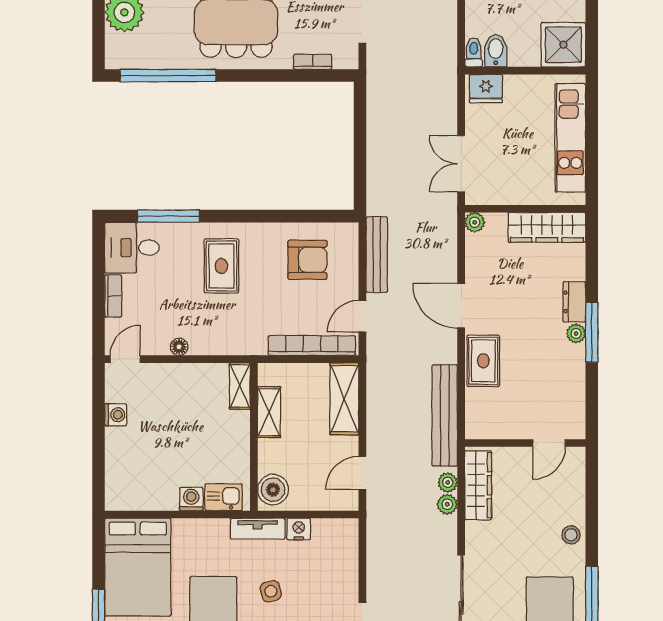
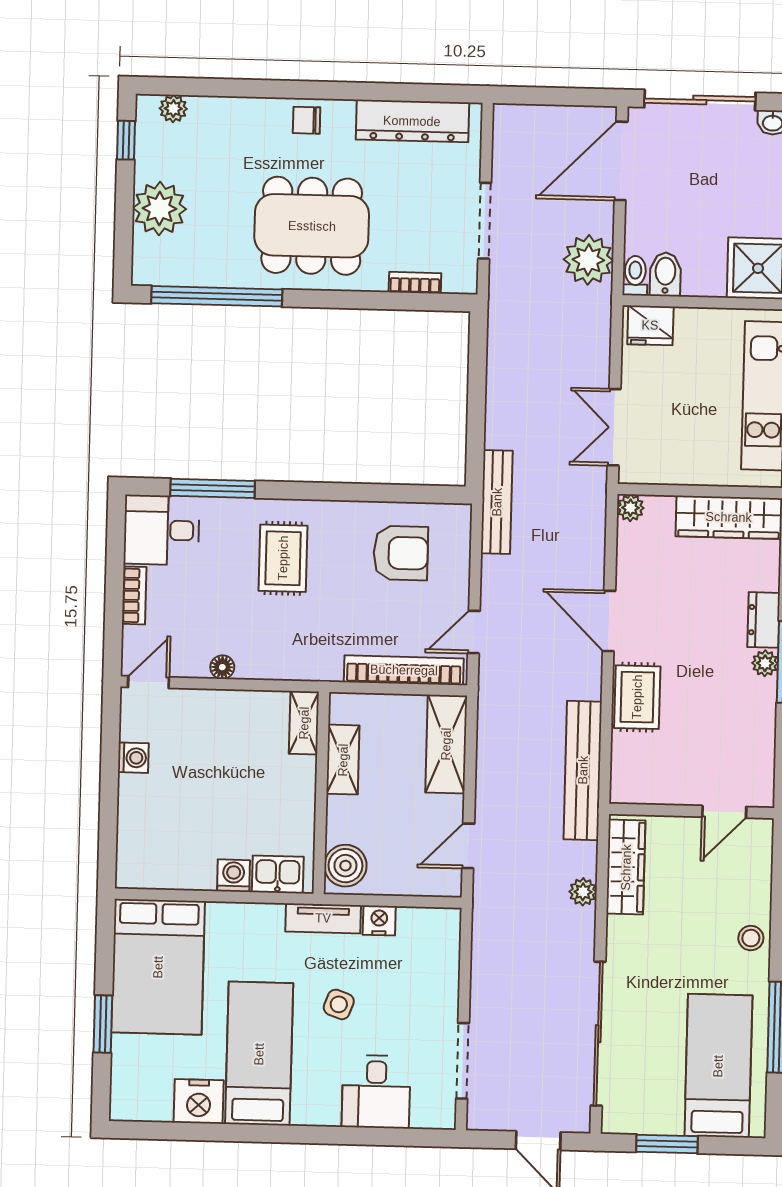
bench: (377, 255) -> (497, 502), moved
plant: (448, 482) -> (588, 260), moved, width x1.88, depth x1.88
side table: (271, 591) -> (339, 1004), turned 35

